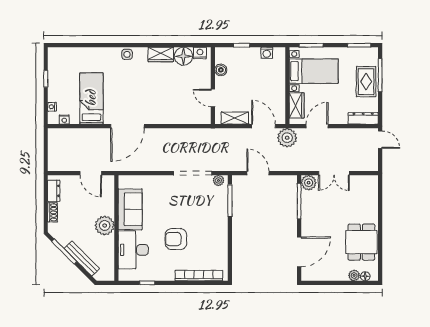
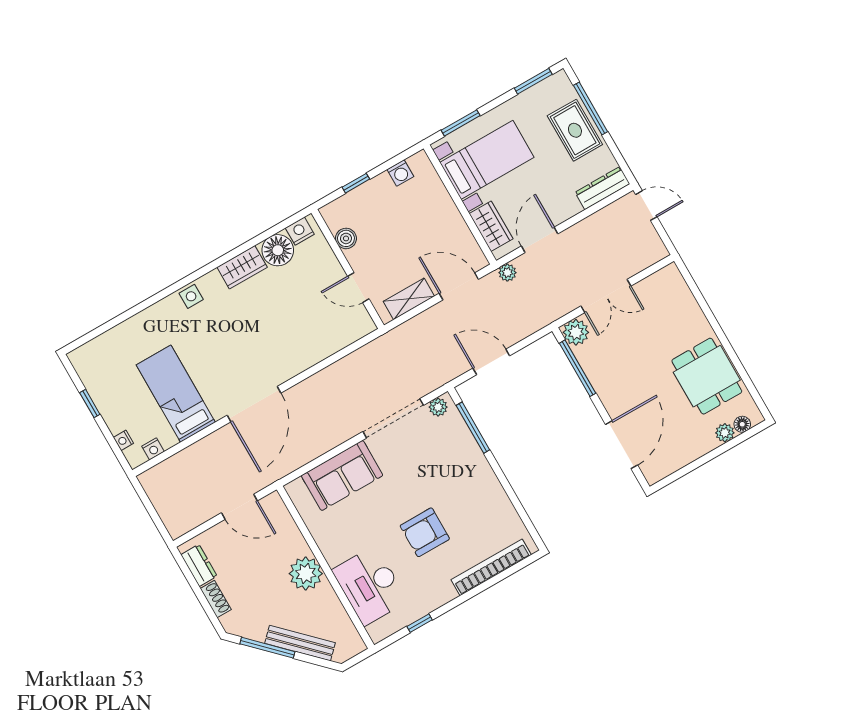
plant: (287, 138) -> (507, 273), width x0.53, depth x0.53
sofa: (130, 209) -> (342, 475), moved, turned 90

